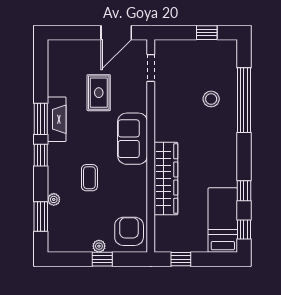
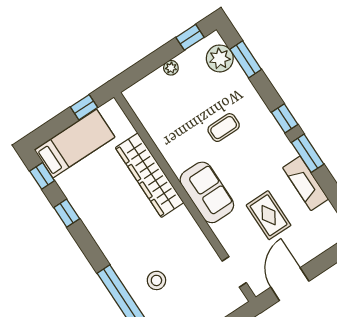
fireplace: (57, 119) -> (306, 183), moved
coffee table: (89, 178) -> (224, 128), turned 90
plant: (54, 199) -> (220, 58), moved, width x1.87, depth x1.87
bed: (223, 220) -> (75, 144), moved, turned -90
armchair: (129, 231) -> (151, 101), removed
window: (102, 259) -> (190, 37), moved

